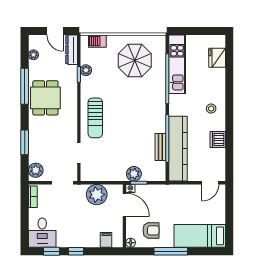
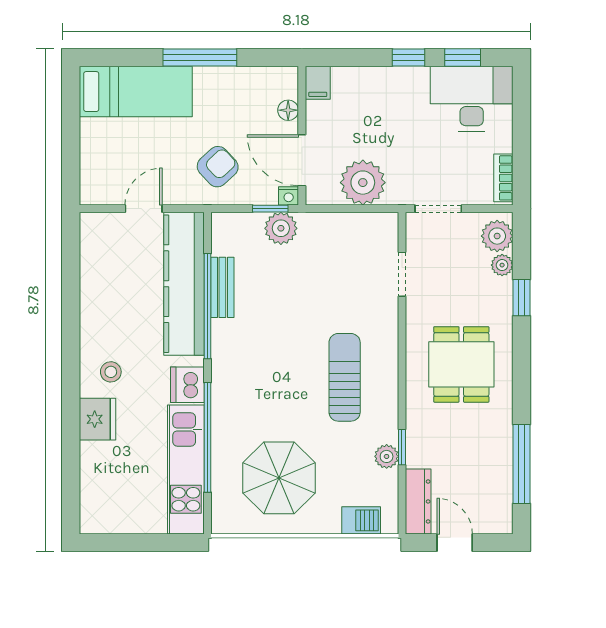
plant: (33, 55) -> (502, 265), moved
fridge: (217, 58) -> (98, 419), moved
window: (25, 86) -> (522, 464), moved
dining table: (45, 98) -> (461, 364), moved
sun lounger: (95, 118) -> (345, 377), moved
dishwasher: (218, 139) -> (187, 385), moved, turned 180
window: (25, 142) -> (522, 298), width x0.67
door: (210, 183) -> (144, 209), moved
armchair: (151, 230) -> (218, 167), moved, turned 137
desk: (42, 233) -> (472, 99), width x1.37
filing cabinet: (106, 240) -> (318, 83), moved
floor lamp: (131, 243) -> (288, 110), moved

